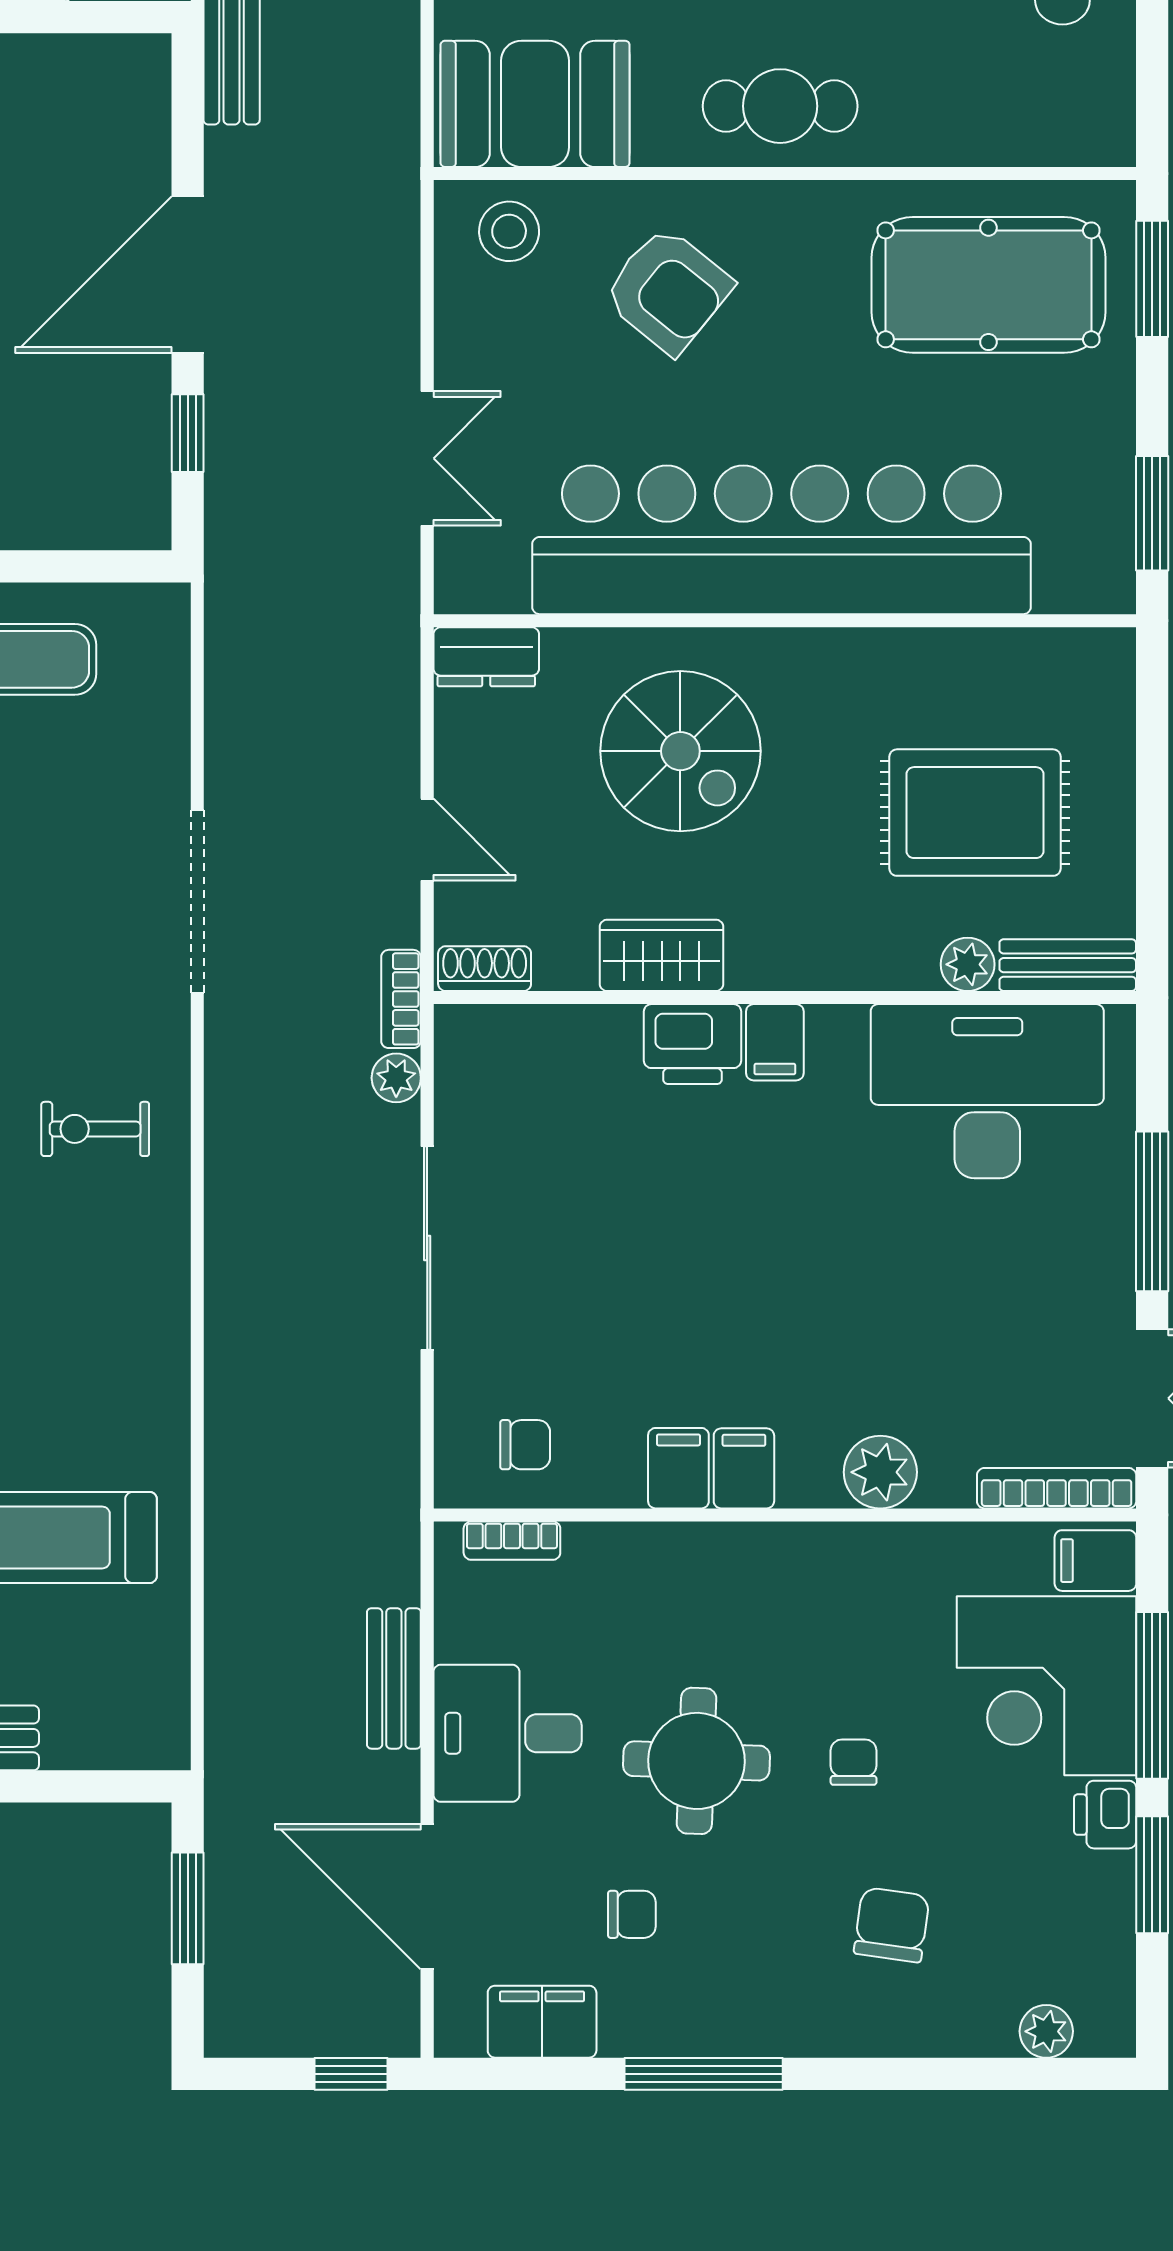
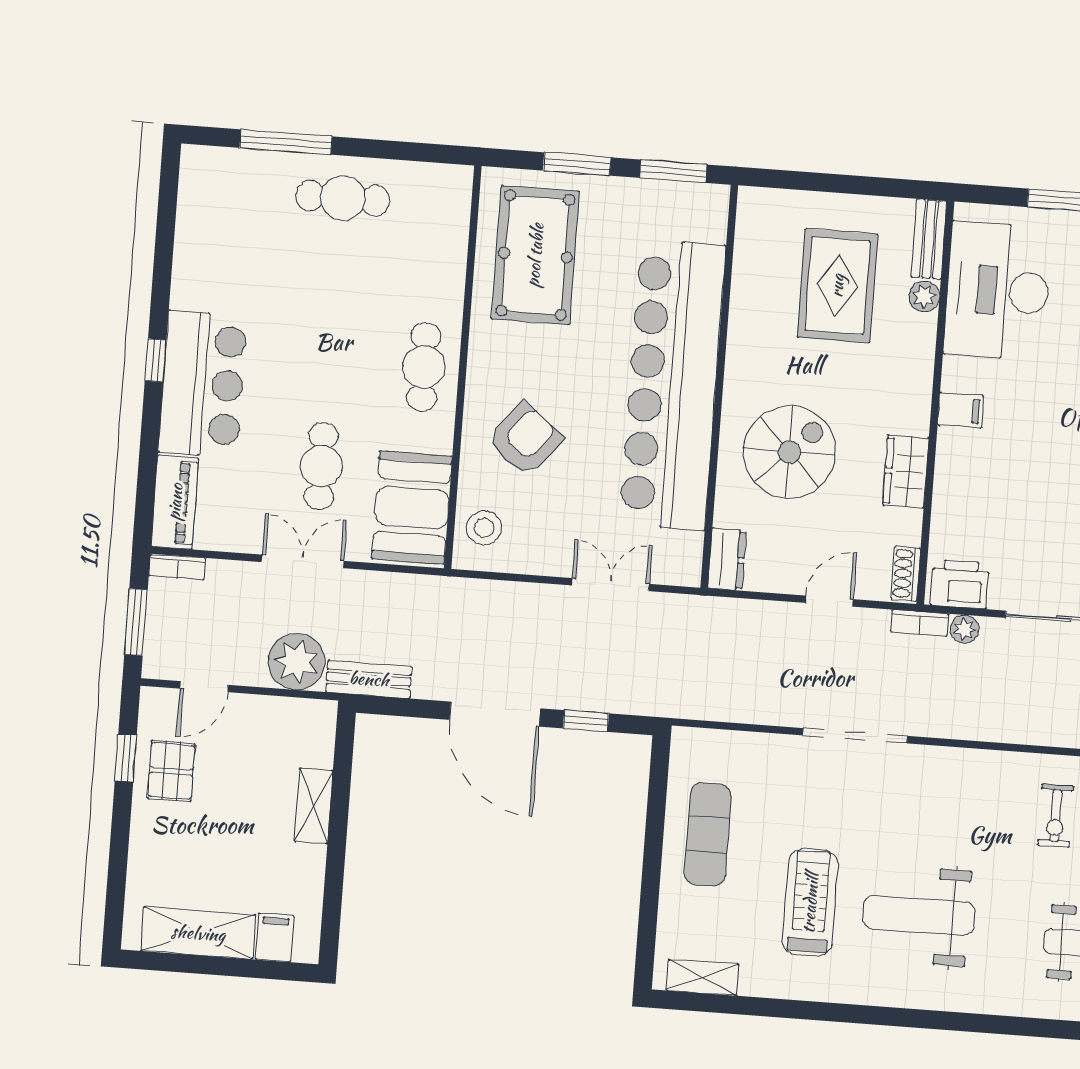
window: (1152, 279) -> (577, 164), moved
printer: (693, 1044) -> (960, 584), moved, turned -90
exercise bike: (95, 1129) -> (1056, 816), moved

